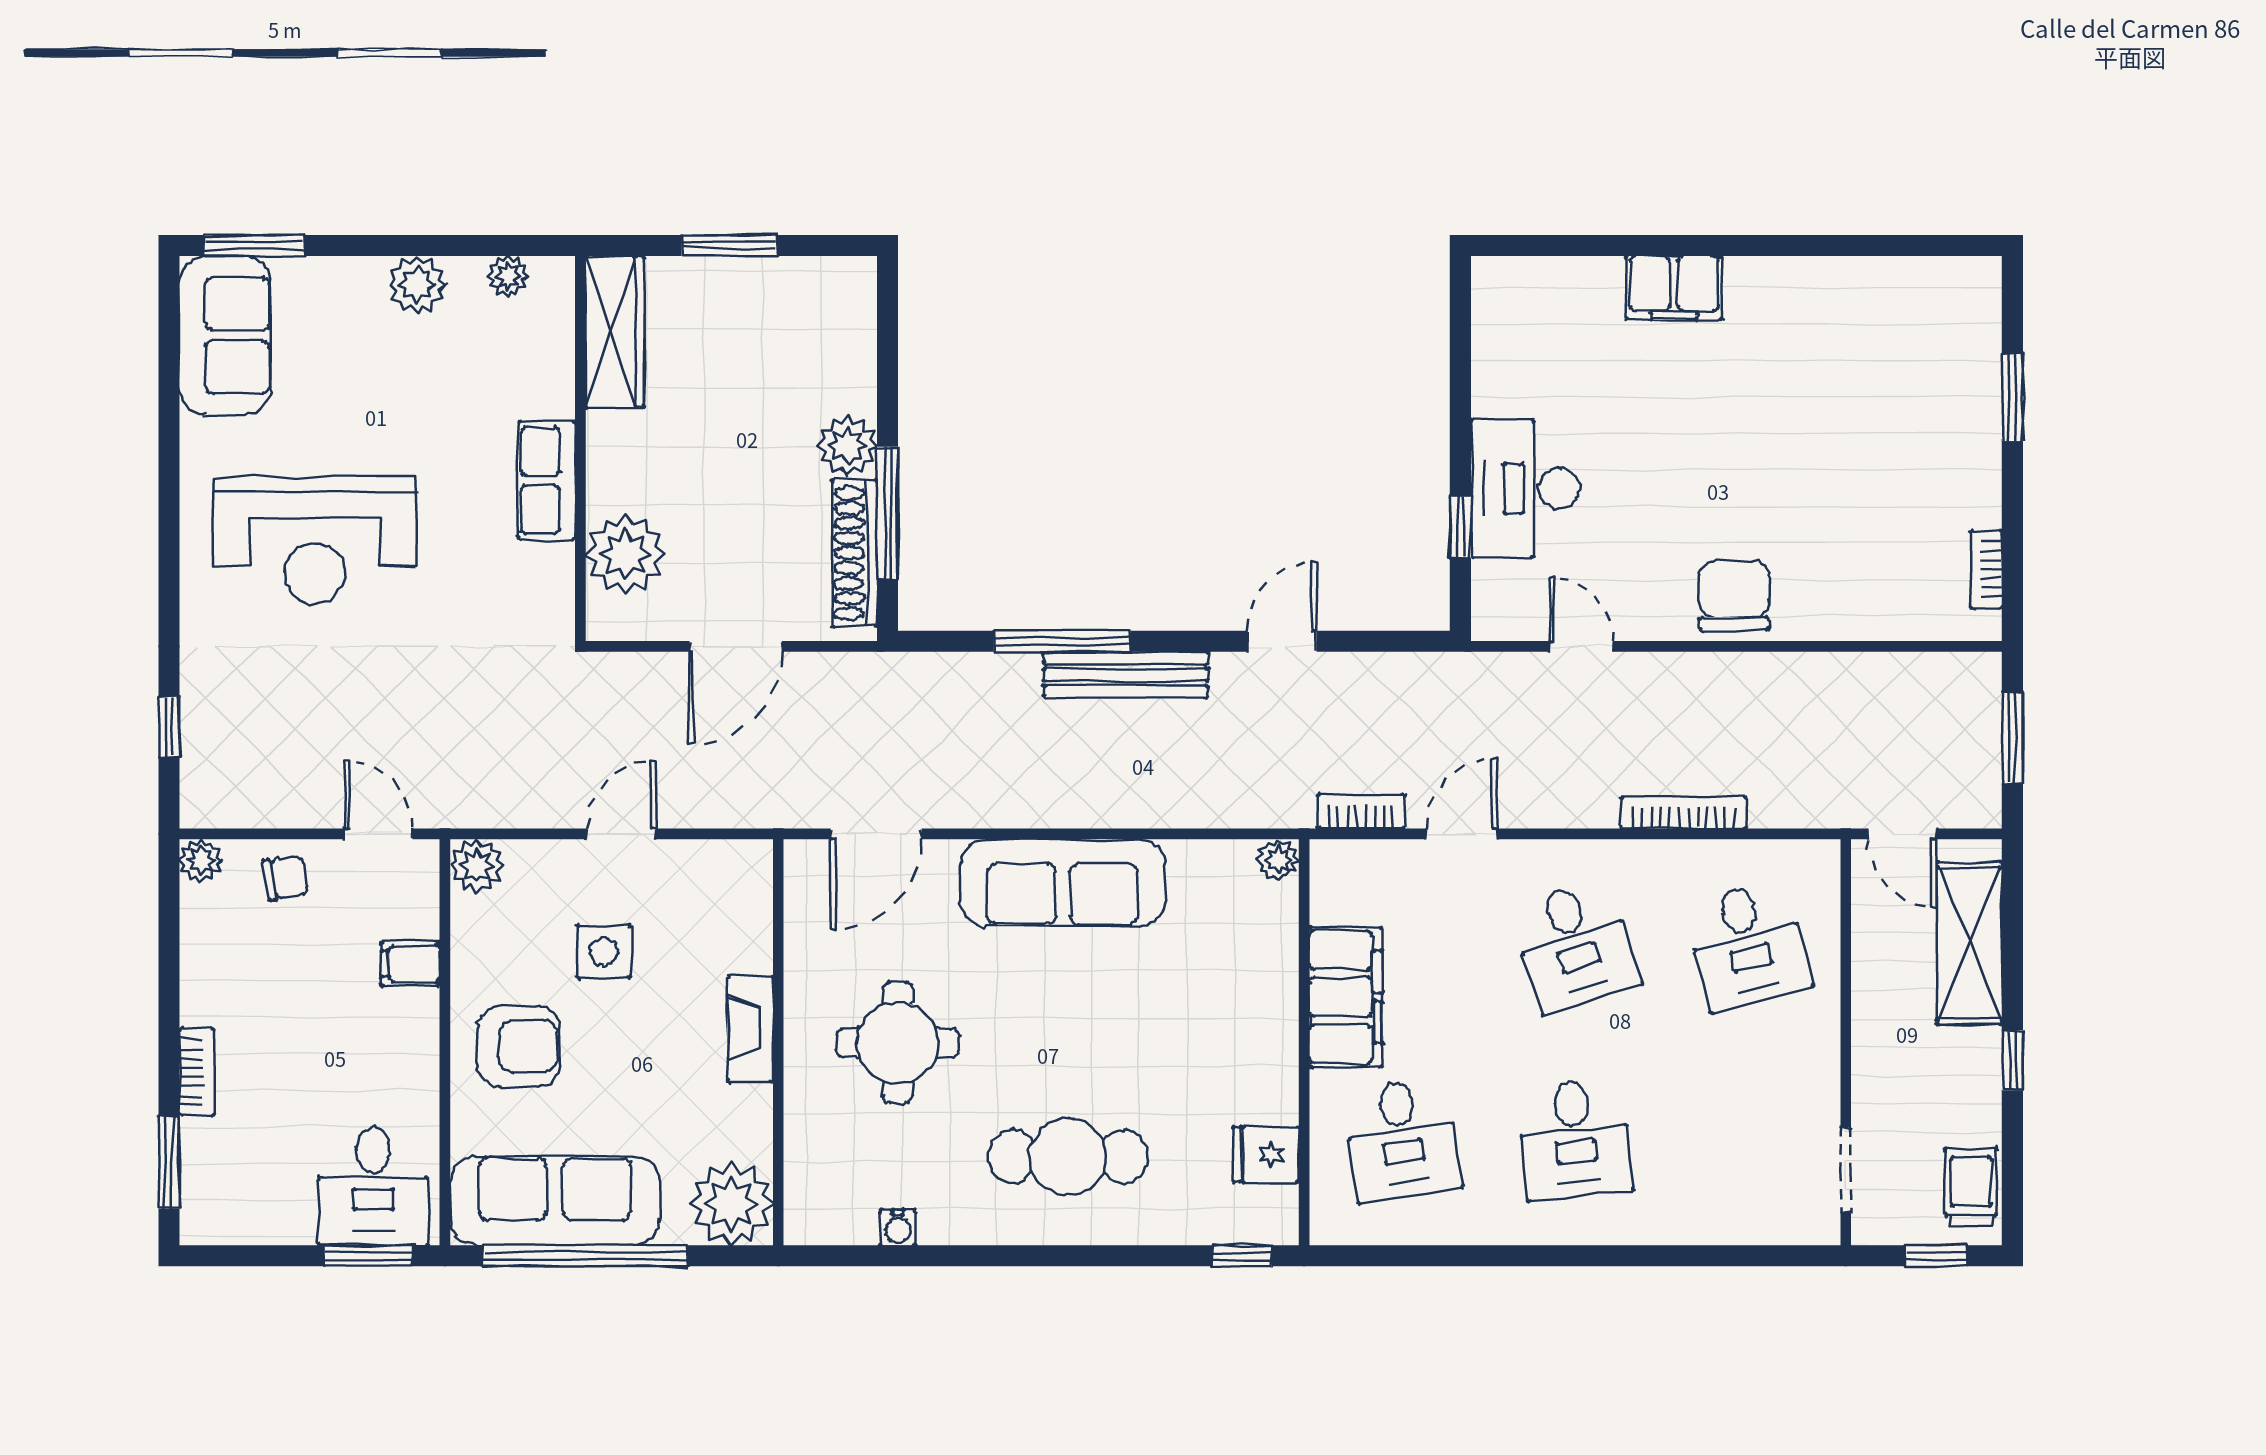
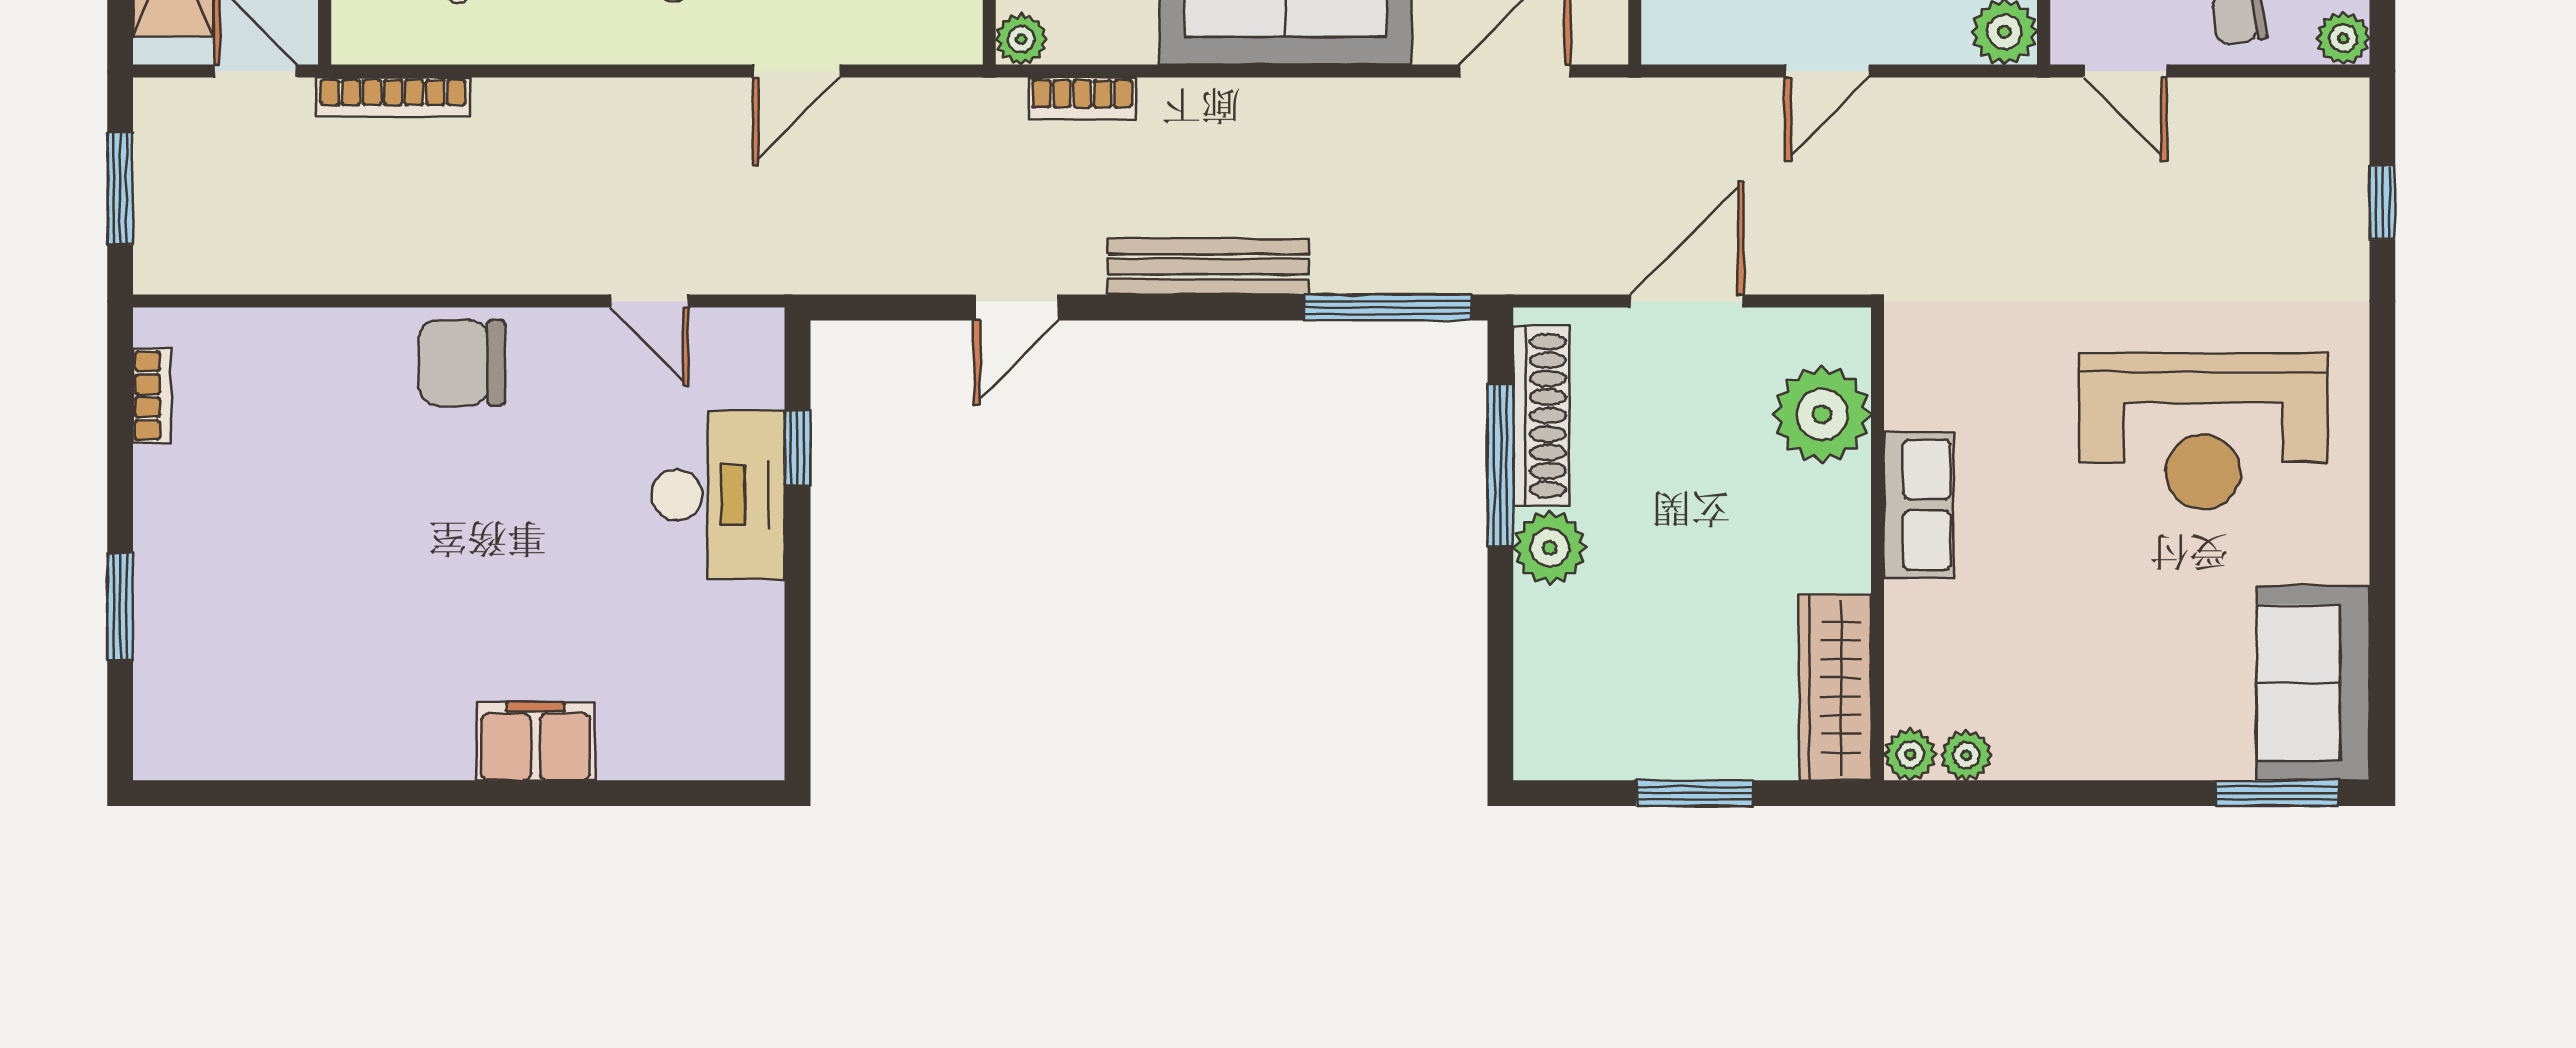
plant: (417, 285) -> (1910, 755), moved, width x0.73, depth x0.73
reception desk: (315, 540) -> (2203, 431), turned 180
chair: (1734, 596) -> (462, 363), turned 90
window: (1062, 641) -> (1388, 307), moved
bookcase: (1361, 811) -> (1082, 99), moved
bookcase: (1684, 813) -> (393, 97), moved

